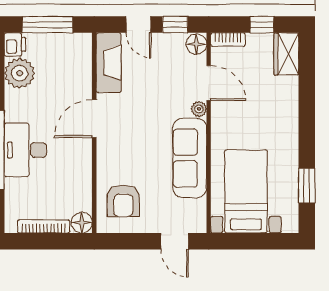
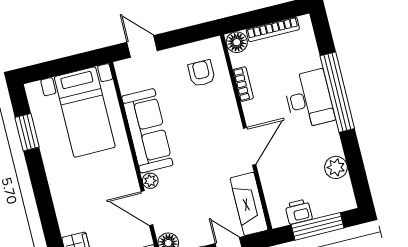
printer: (15, 44) -> (299, 212), moved, turned 90
plant: (20, 73) -> (336, 167), width x0.73, depth x0.73
bookcase: (86, 180) -> (243, 84), added
armchair: (123, 201) -> (202, 73), width x0.72, depth x0.72

